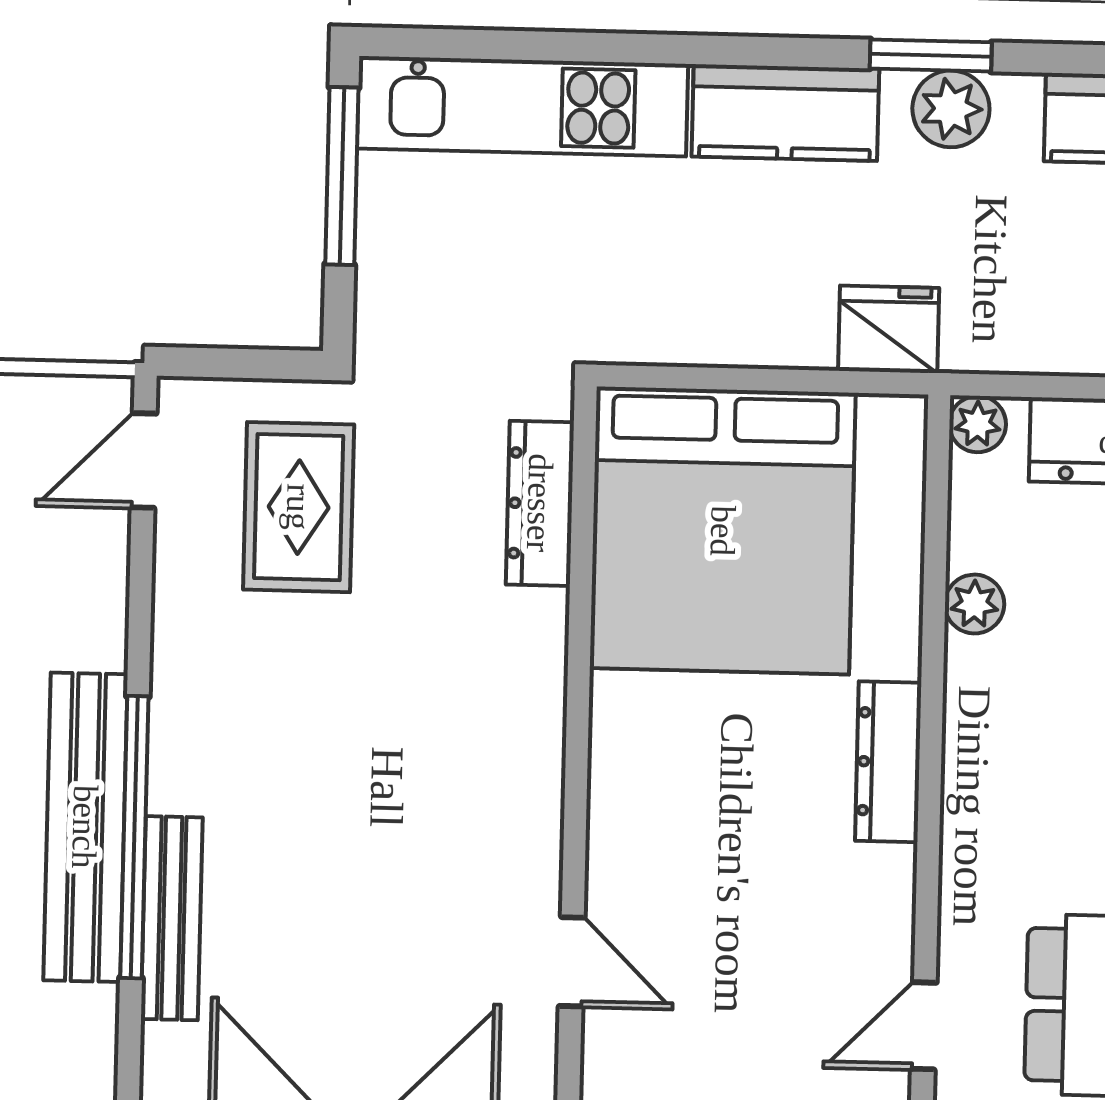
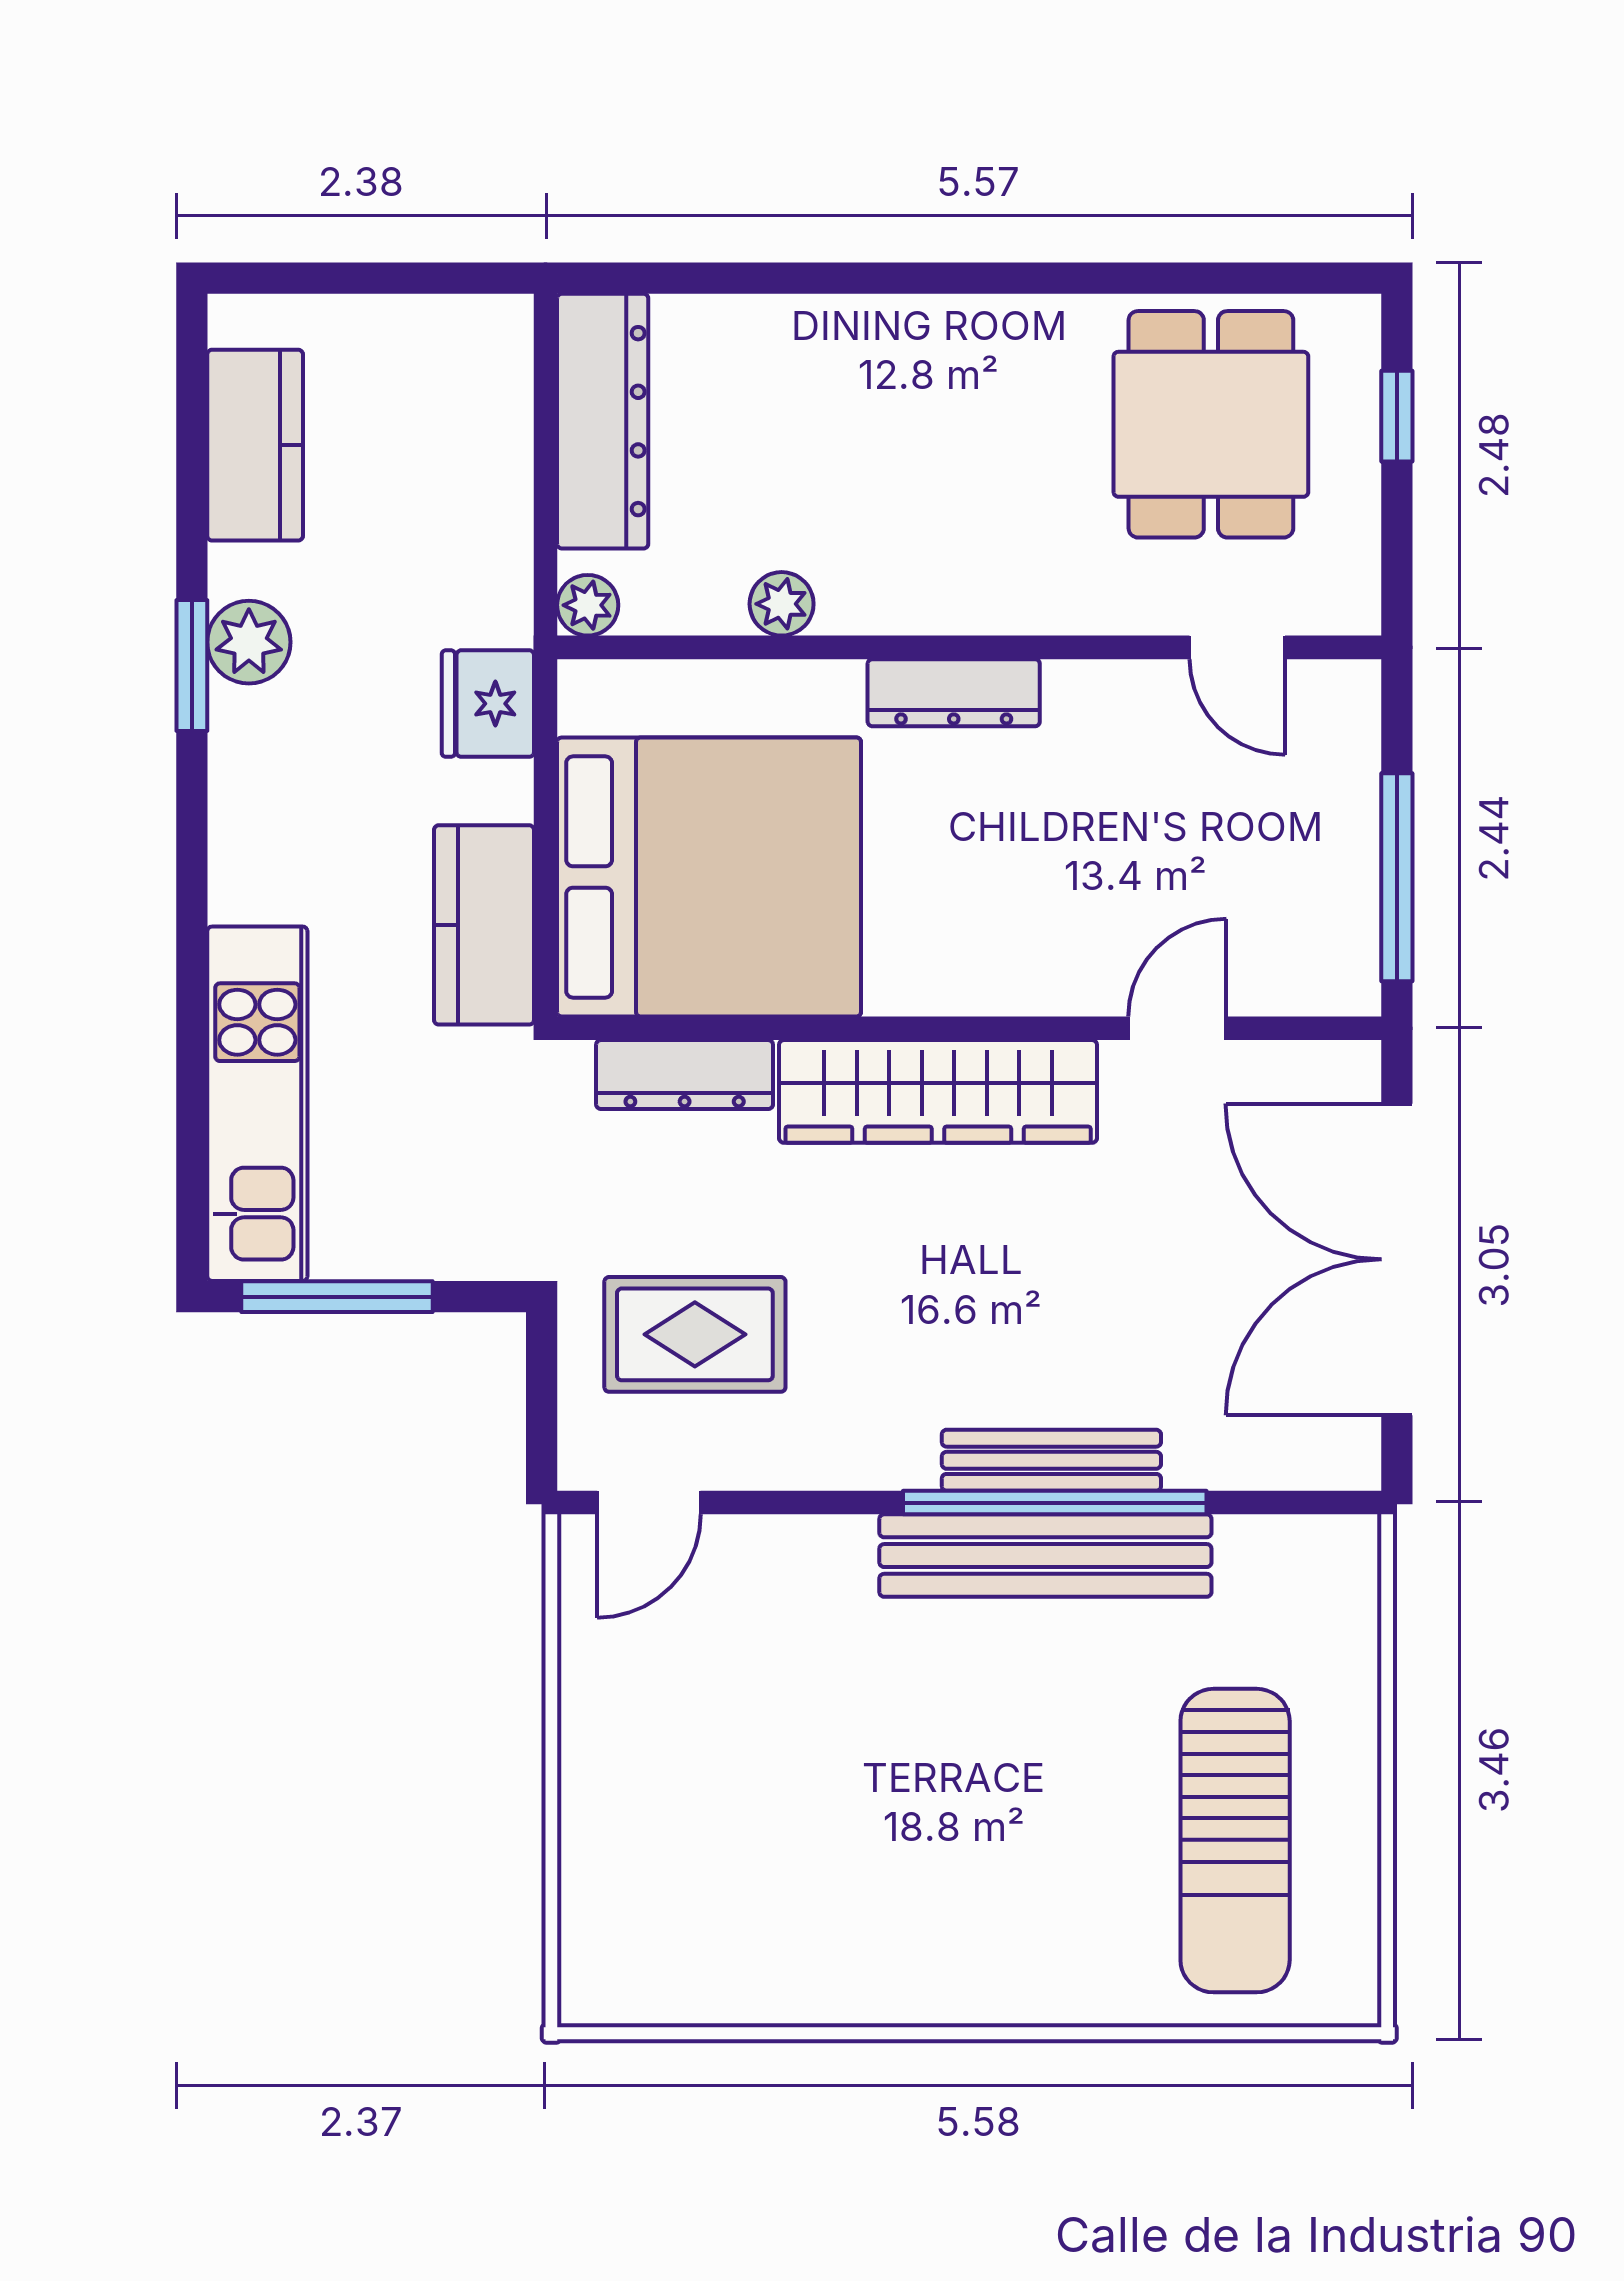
kitchen counter: (785, 113) -> (484, 925), moved, turned 180
door: (144, 461) -> (649, 1503), hinge flipped
wardrobe: (519, 738) -> (938, 1091), added
bench: (172, 918) -> (1051, 1460), moved

